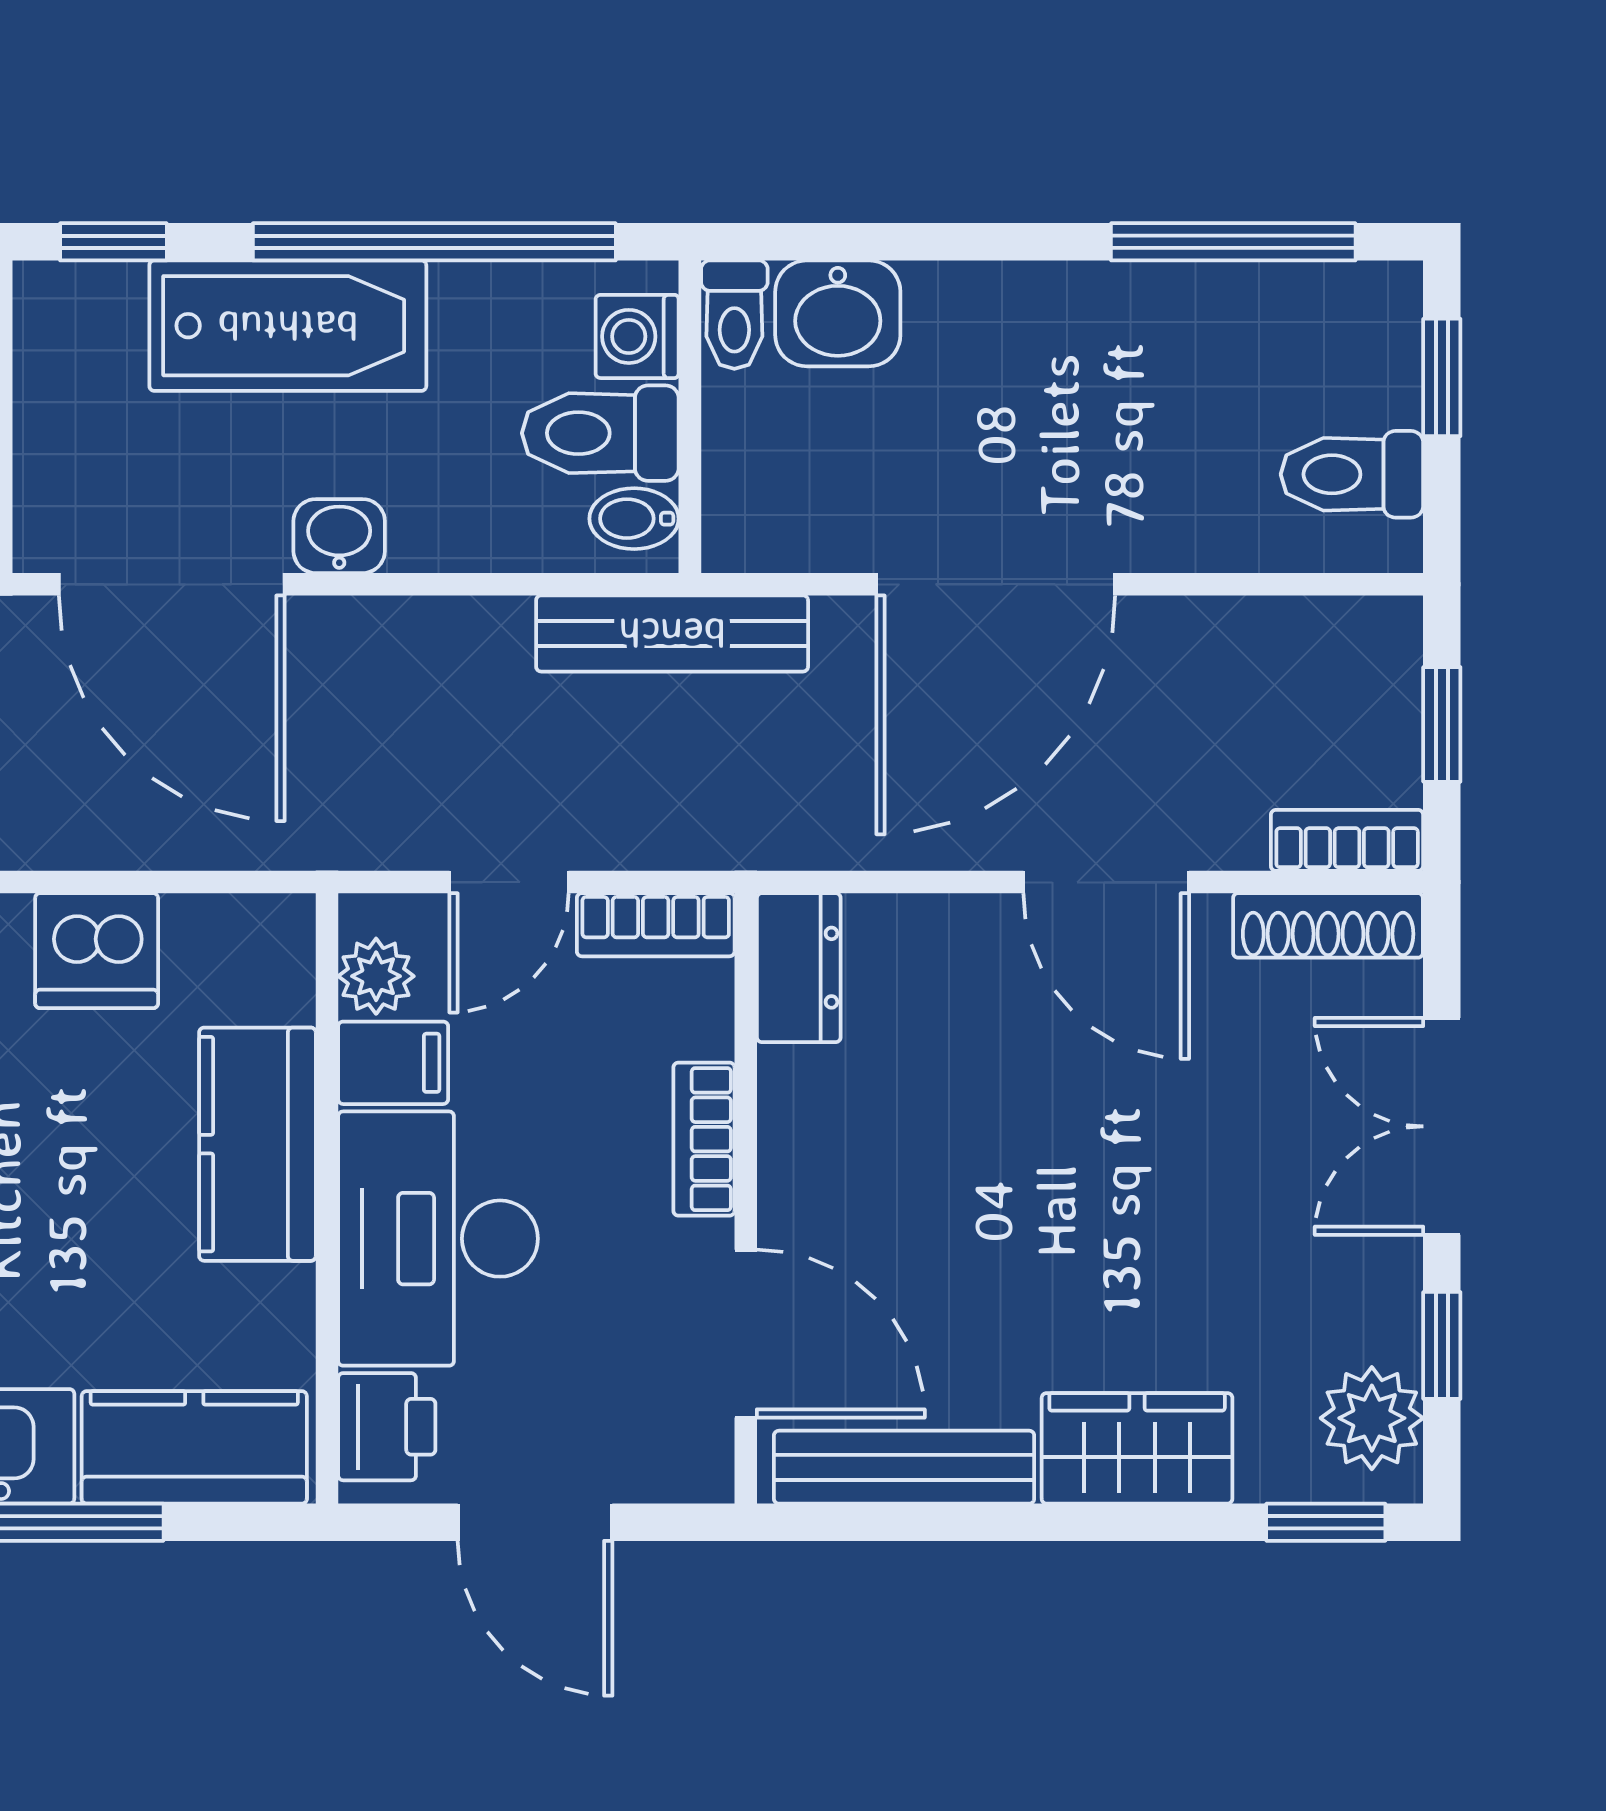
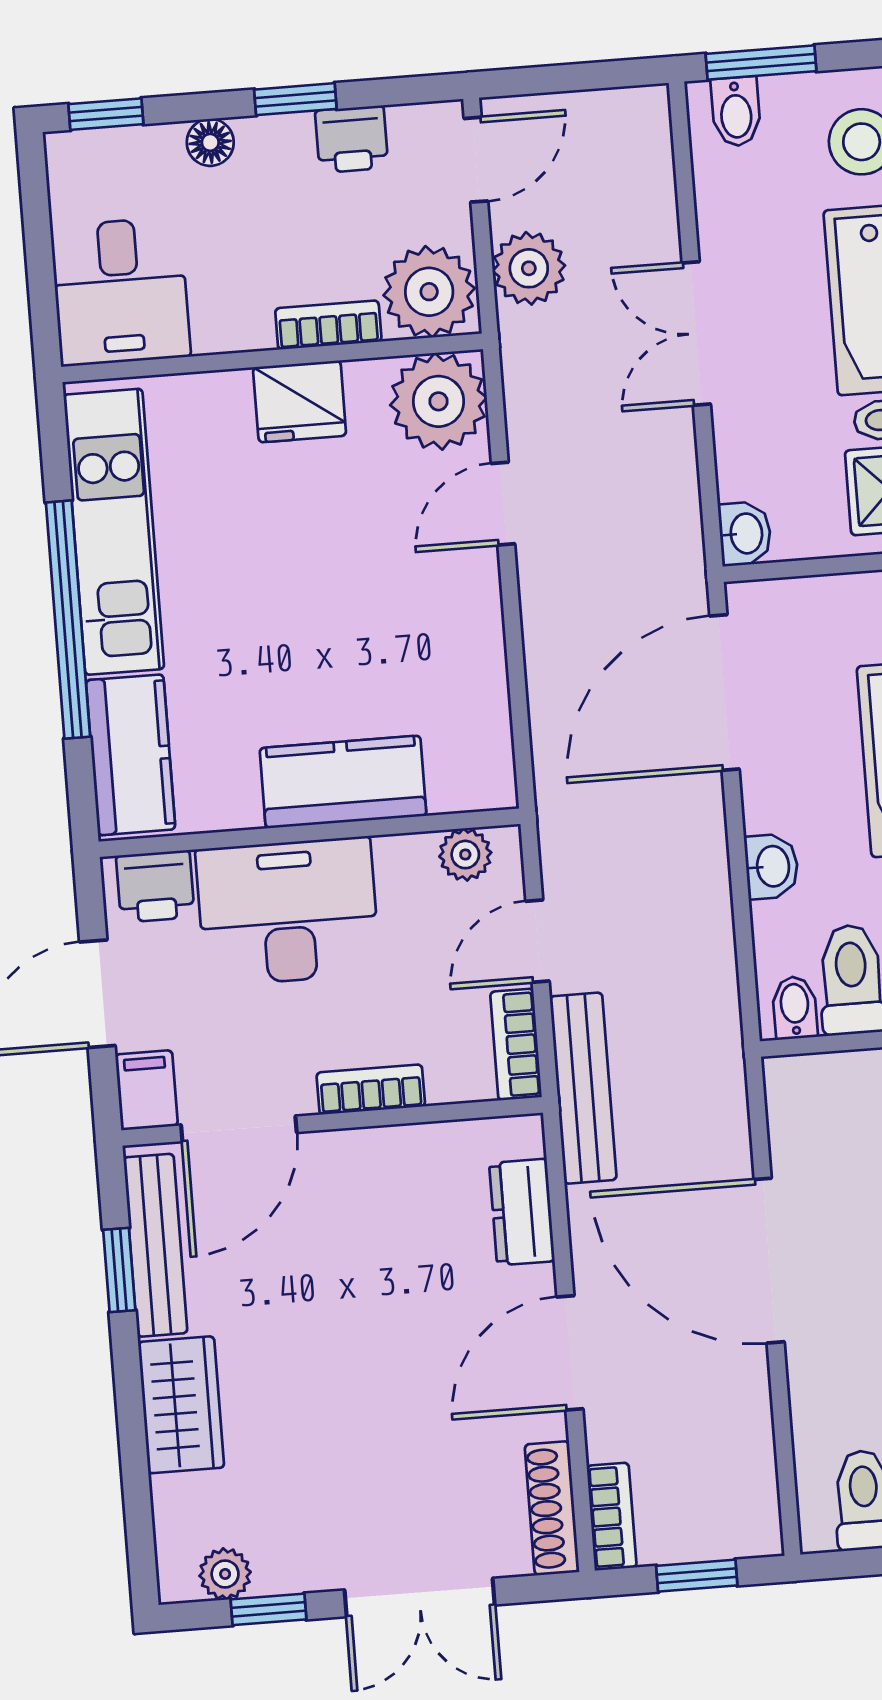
washbasin: (339, 536) -> (772, 866), moved
bench: (672, 633) -> (583, 1088), moved
door: (509, 882) -> (537, 941), hinge flipped
dishwasher: (97, 951) -> (468, 660), removed
dresser: (799, 968) -> (522, 1212), moved, turned 90
filing cabinet: (393, 1063) -> (147, 1090), moved, turned 180
double door: (1442, 1126) -> (420, 1597), swing flipped
plant: (1372, 1418) -> (225, 1574), width x0.73, depth x0.73
window: (1326, 1522) -> (119, 1270), moved

